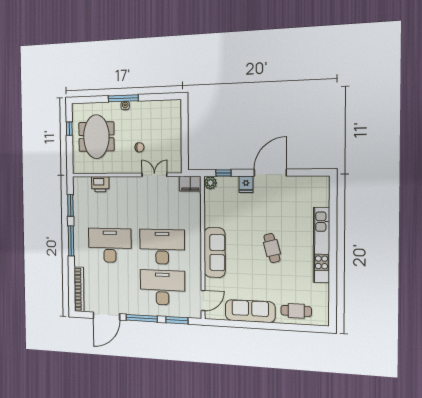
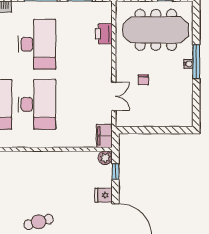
meeting table: (96, 137) -> (156, 30), width x1.36
sofa: (215, 253) -> (32, 162), removed

